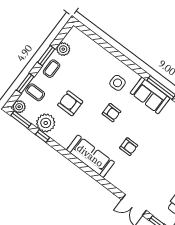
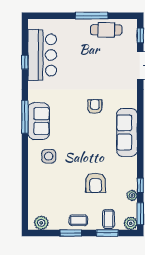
plant: (63, 49) -> (41, 223), moved
armchair: (111, 113) -> (77, 142), removed
plant: (46, 123) -> (132, 195), width x0.53, depth x0.53

